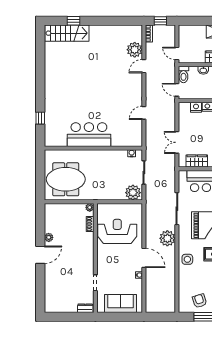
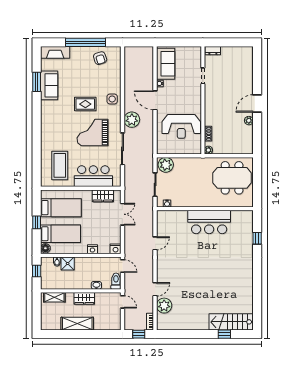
nightstand: (196, 107) -> (116, 249), moved
sofa: (121, 303) -> (166, 64), moved, turned -90

